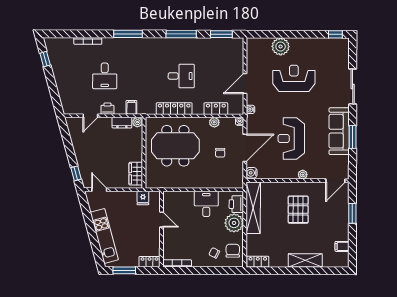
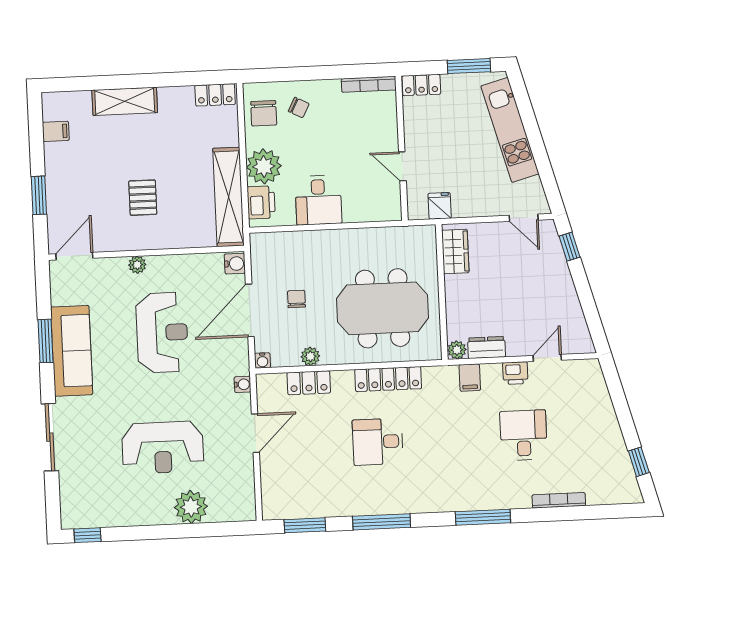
pallet: (298, 210) -> (143, 198), width x0.67, depth x0.71

